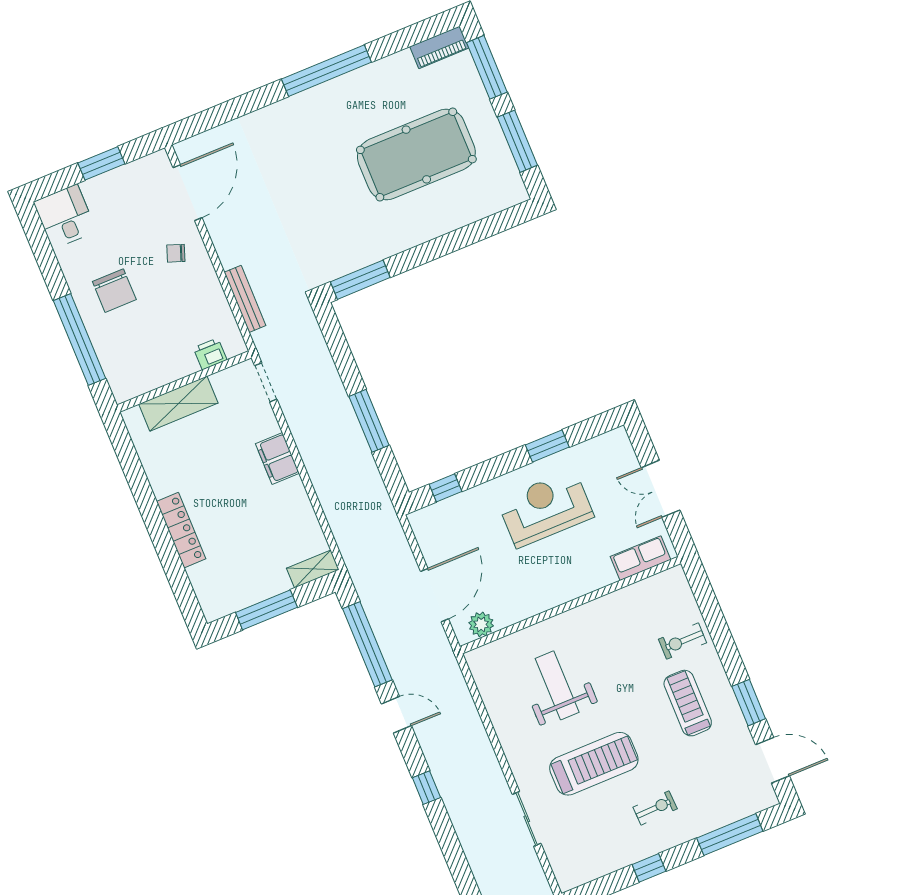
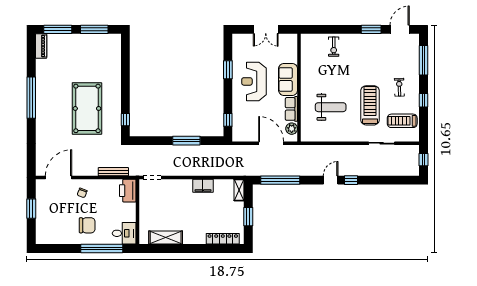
pool table: (416, 155) -> (87, 108), moved
door: (187, 193) -> (59, 177), hinge flipped
desk: (65, 217) -> (124, 233), moved, turned 180
window: (360, 280) -> (125, 120), width x0.46
printer: (210, 354) -> (128, 191), width x1.87, depth x1.48
shelving: (178, 404) -> (166, 238), moved, turned 90
filing cabinet: (277, 459) -> (203, 186), moved
locker: (181, 530) -> (223, 239), moved
row of seats: (641, 558) -> (291, 109), moved
sofa: (578, 576) -> (288, 79), added
window: (266, 610) -> (248, 217), width x0.69
weight bench: (557, 685) -> (331, 107), turned 180
treadmill: (688, 703) -> (402, 121), moved
door: (396, 715) -> (331, 180), moved

